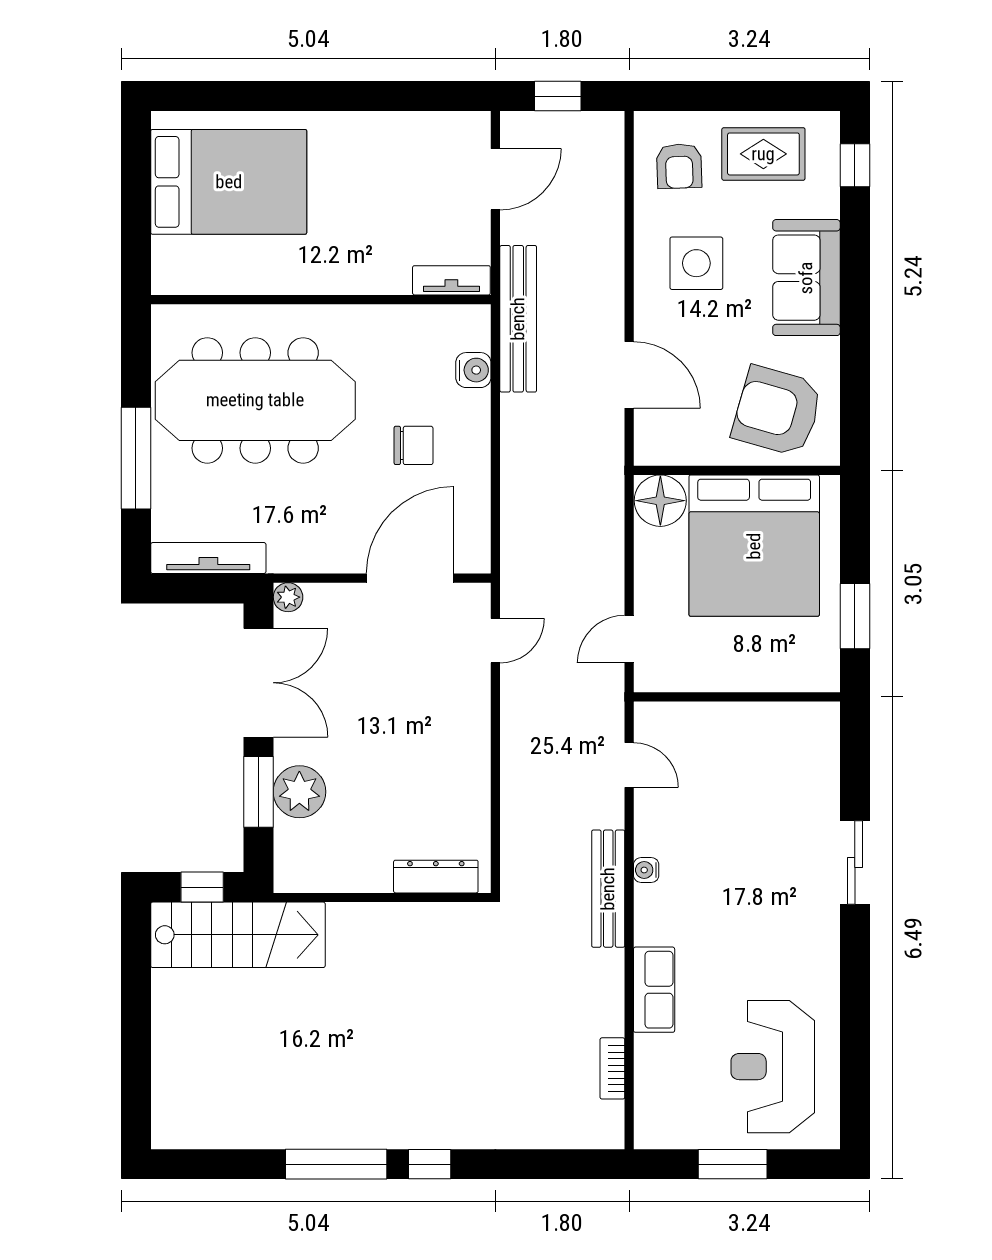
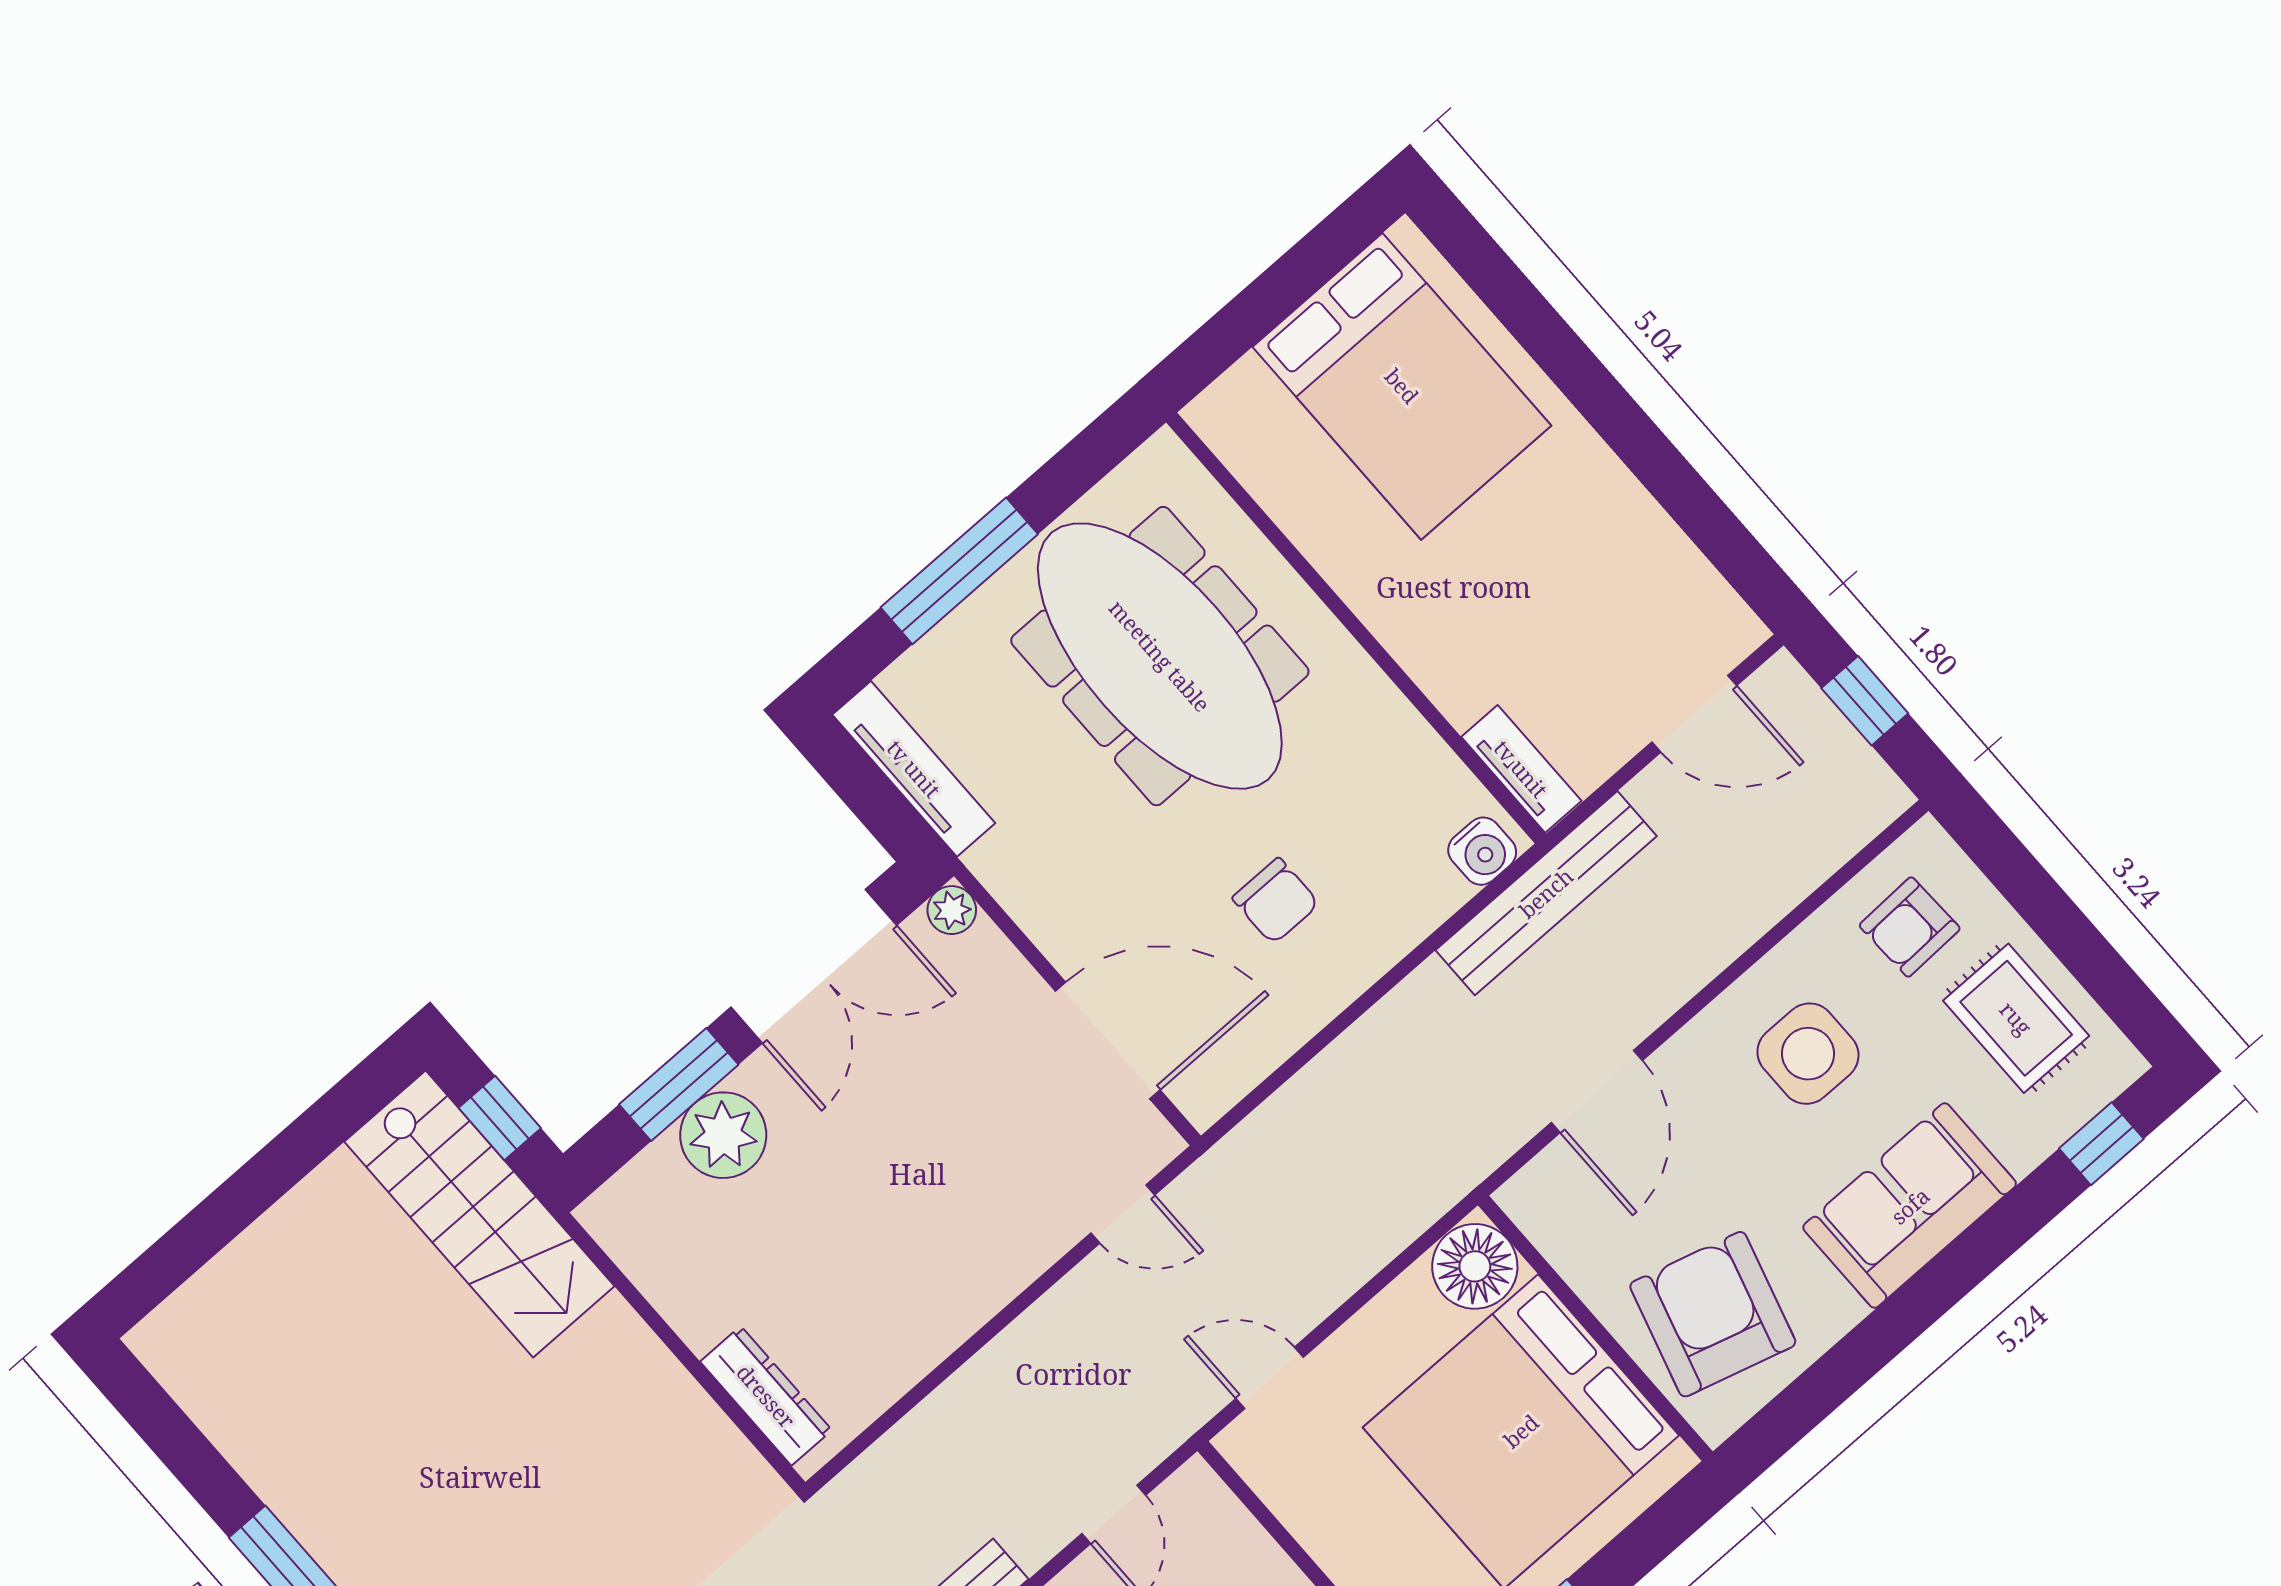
water cooler: (473, 370) -> (1482, 851), moved

